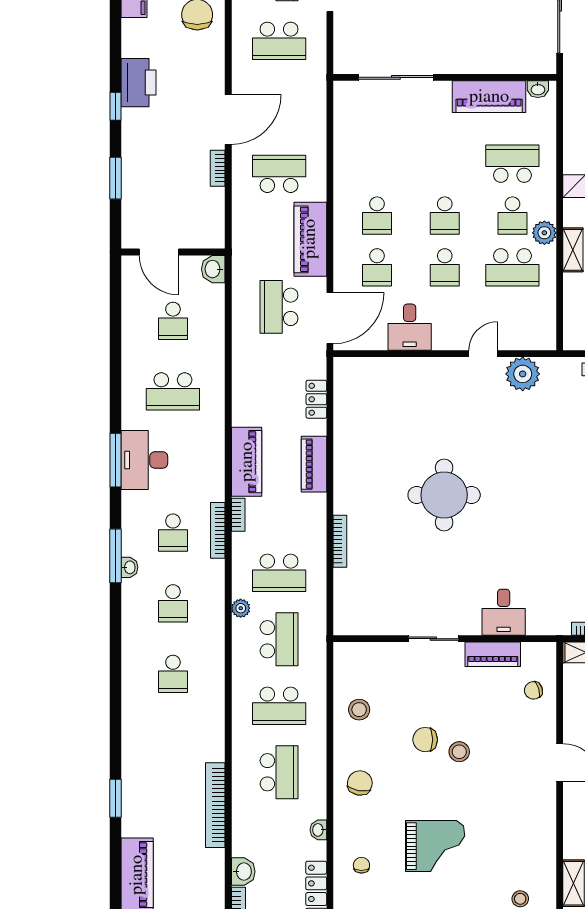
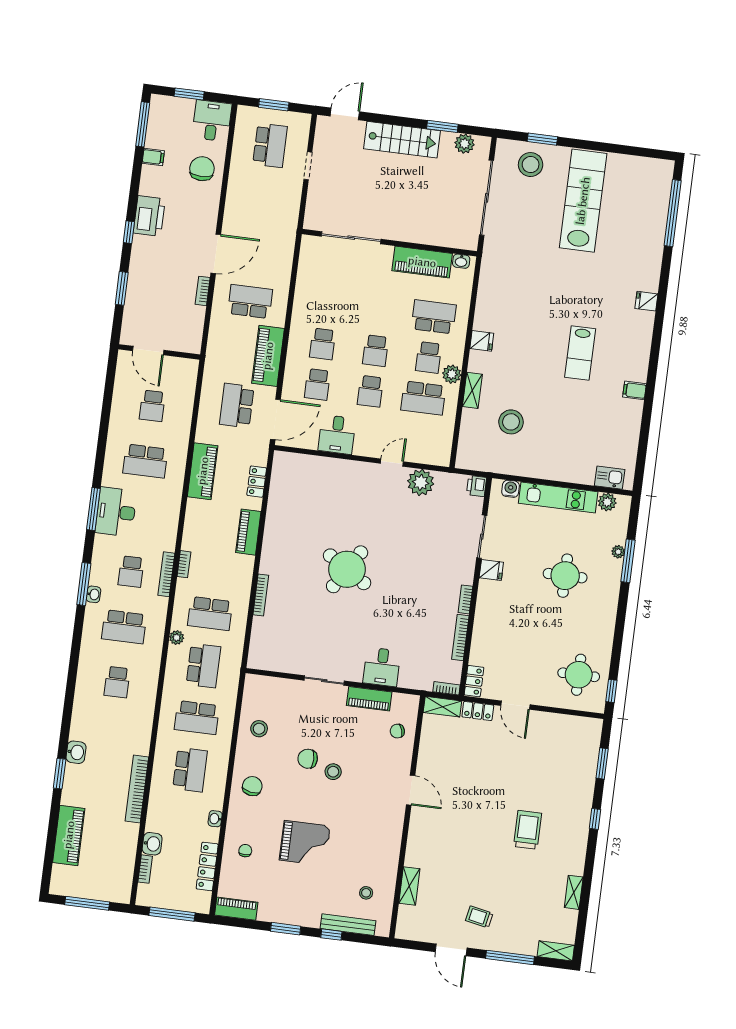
school desk: (279, 41) -> (263, 197), removed
washbasin: (213, 269) -> (76, 752), moved, turned 180
piano: (247, 462) -> (203, 471), moved
round table: (444, 495) -> (347, 569), turned 32
school desk: (173, 603) -> (124, 627), width x1.85

